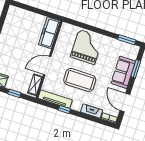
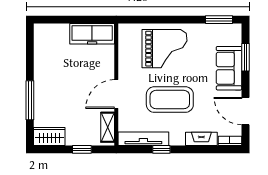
freezer: (49, 33) -> (92, 34), moved, turned -90
grand piano: (87, 47) -> (165, 49), turned 90

